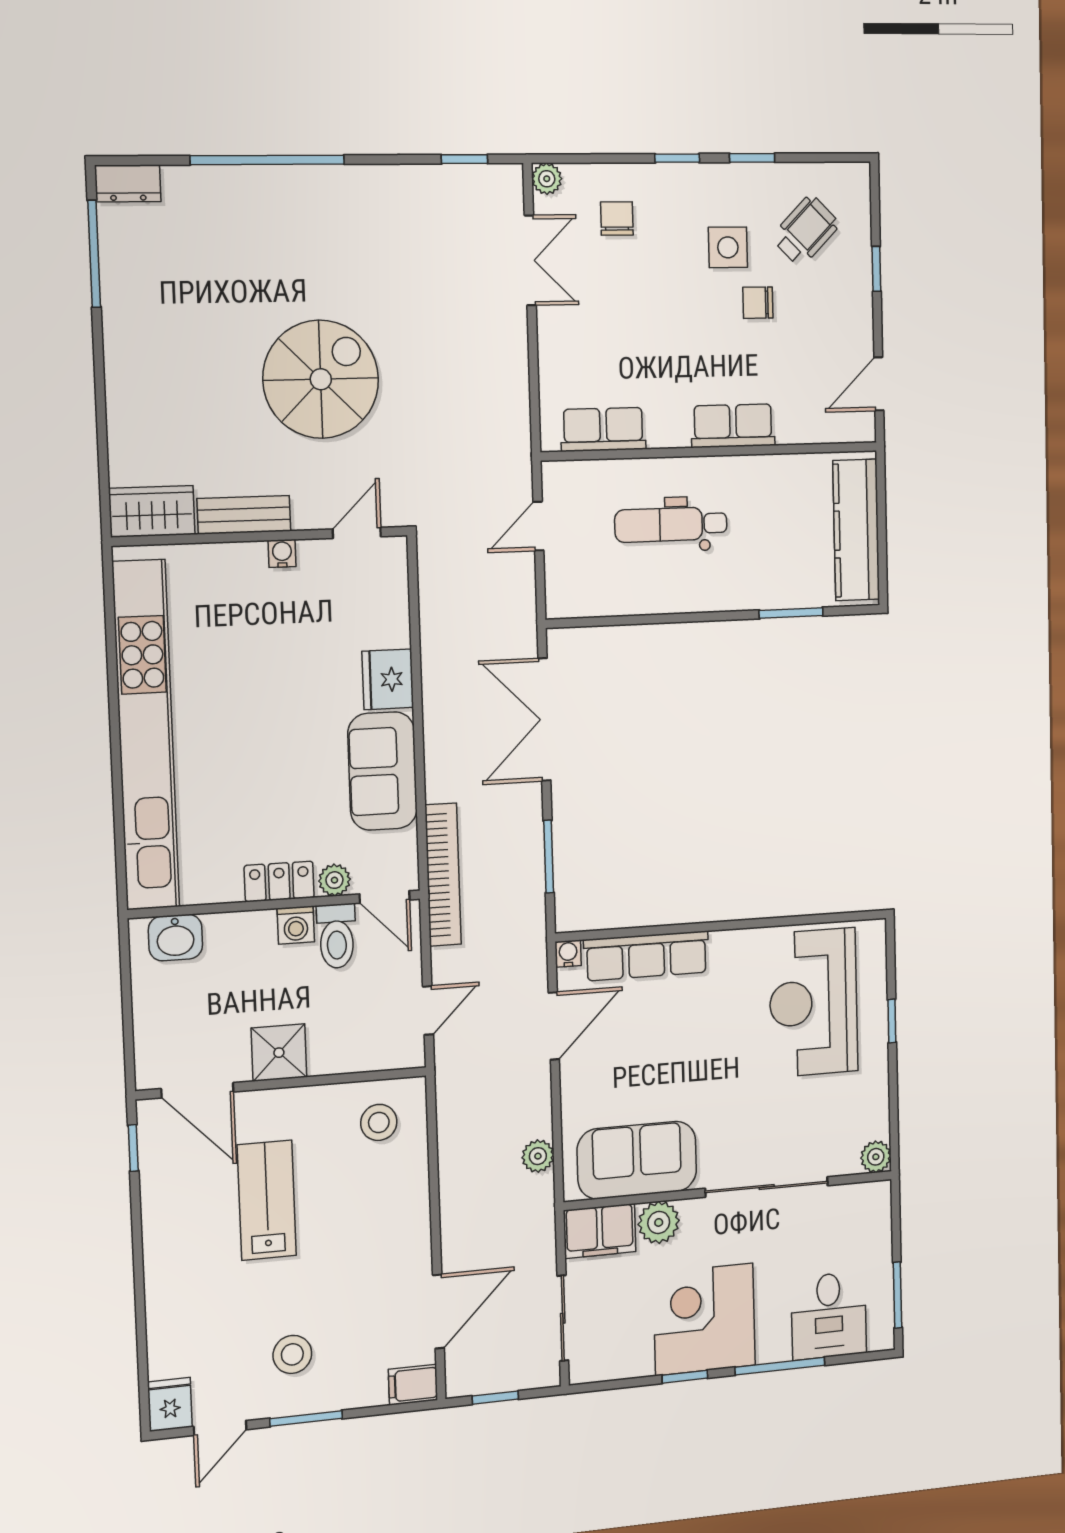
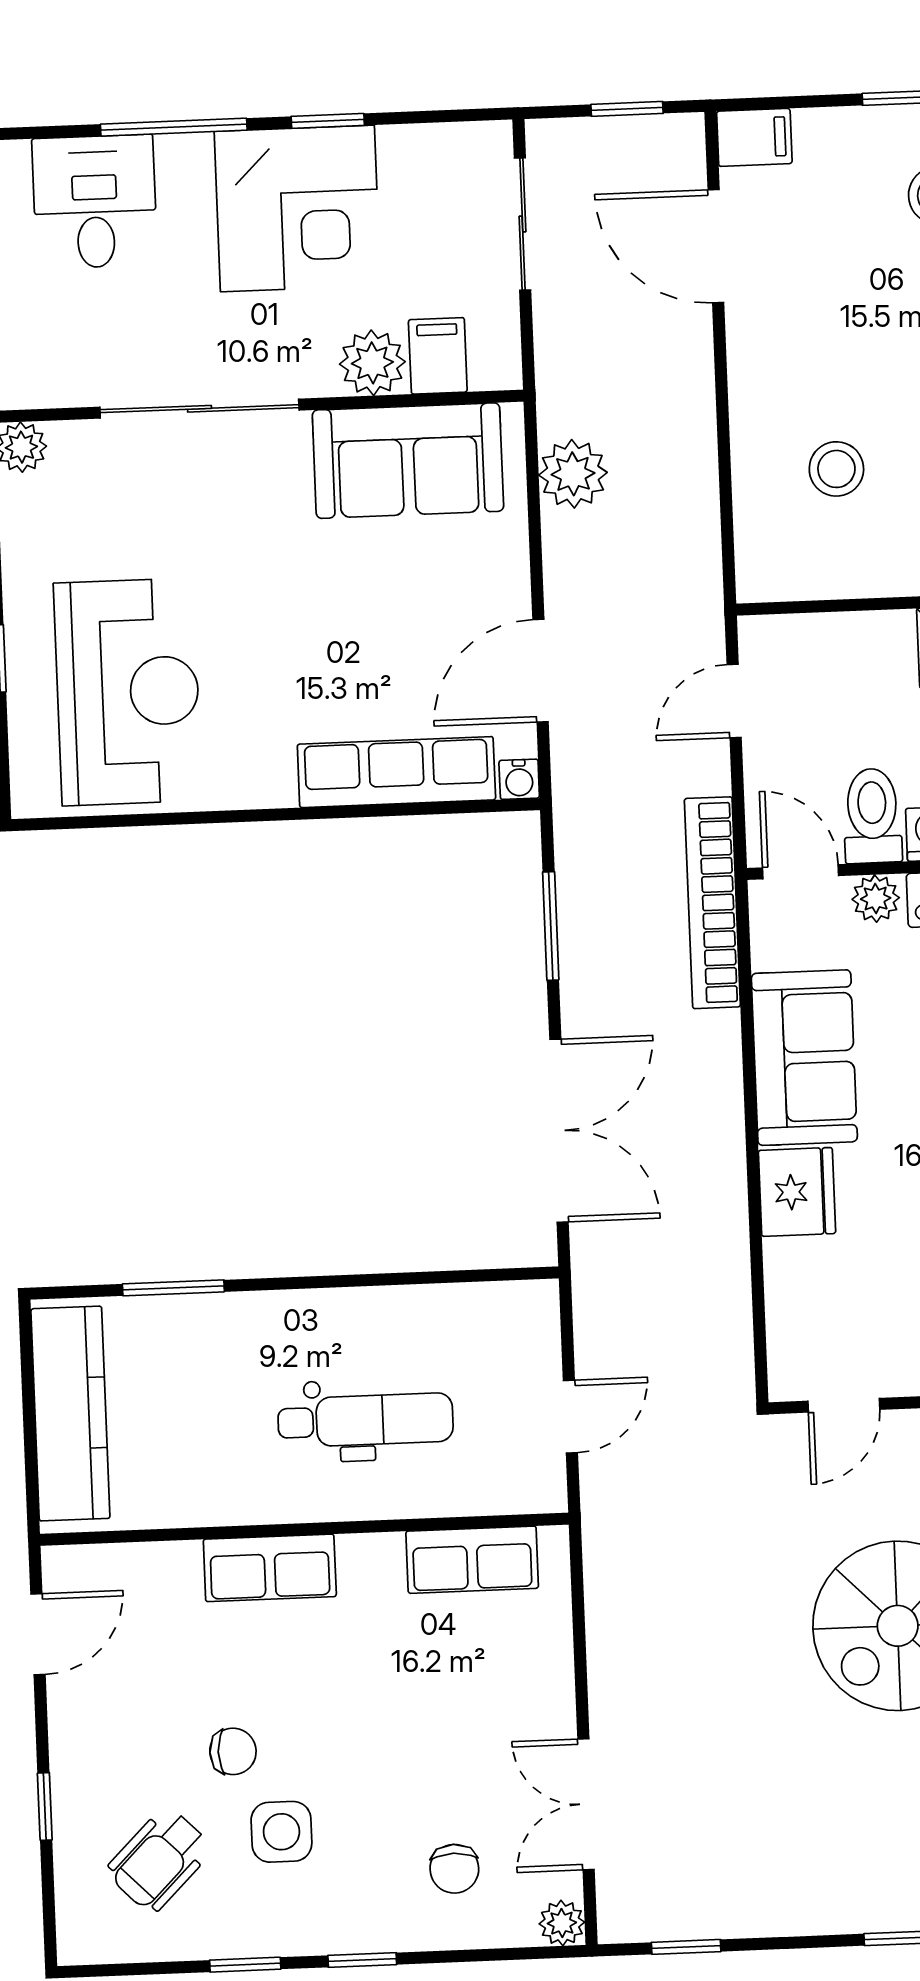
stool: (379, 1122) -> (836, 469), moved
plant: (538, 1156) -> (573, 474), width x1.38, depth x1.38
filing cabinet: (600, 1231) -> (438, 356), width x0.50
door: (438, 1312) -> (716, 246), hinge flipped

